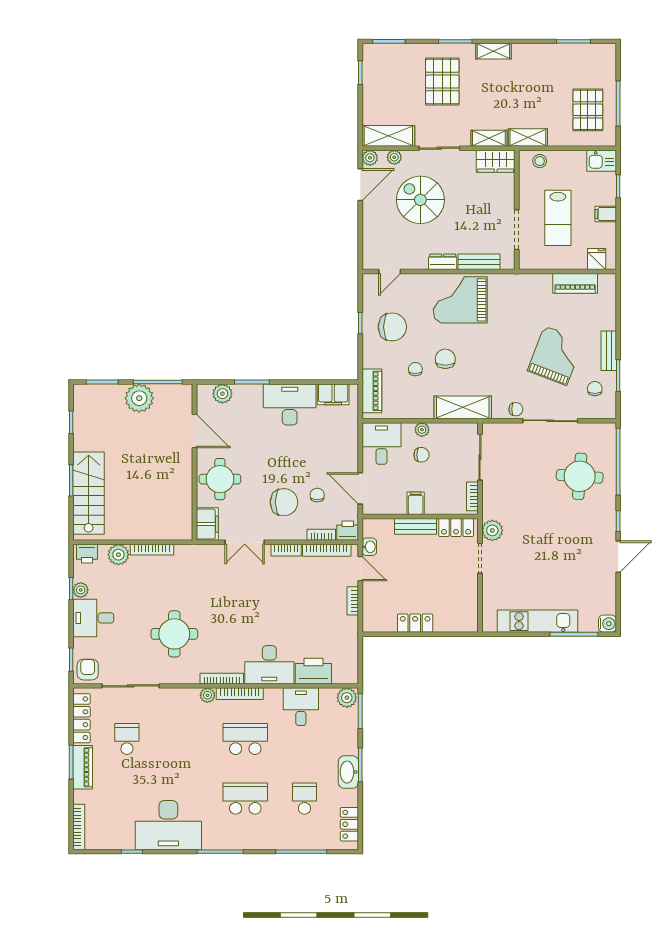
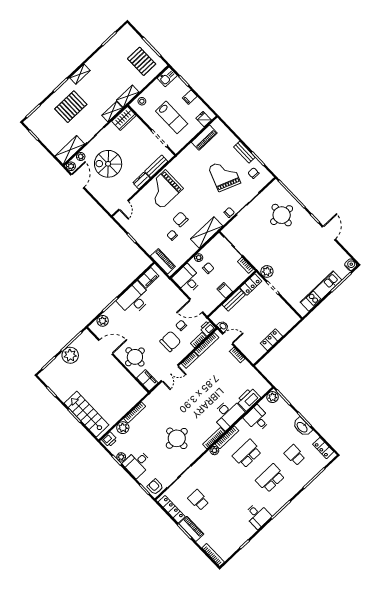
pallet: (442, 82) -> (71, 107), turned 90
chair: (392, 327) -> (146, 227), removed
desk: (168, 825) -> (258, 516), width x0.53, depth x0.77

